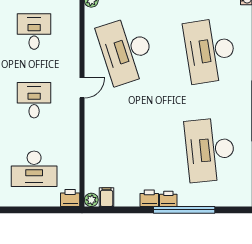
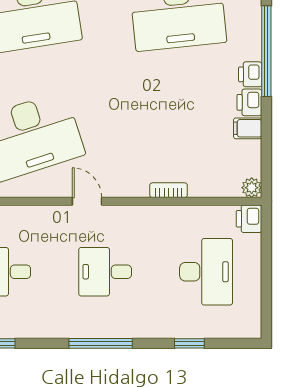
bookcase: (90, 143) -> (169, 190), added
filing cabinet: (107, 197) -> (248, 128), moved

